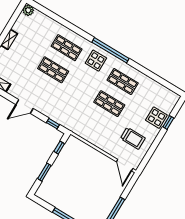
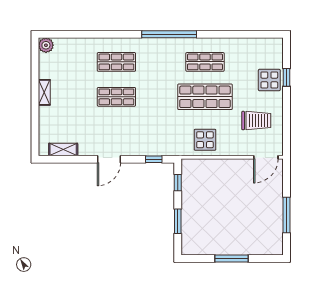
display table: (96, 61) -> (205, 140), moved
shop shelf: (109, 104) -> (205, 97), width x1.43, depth x1.36
door: (125, 165) -> (266, 157), hinge flipped

